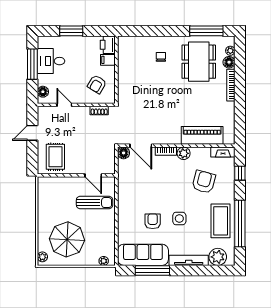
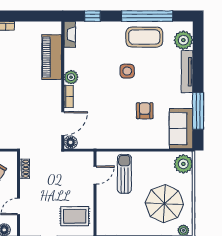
armchair: (204, 182) -> (102, 55), removed
side table: (179, 218) -> (127, 71), moved
armchair: (153, 221) -> (145, 111), turned 90
sofa: (143, 255) -> (181, 129), width x0.73
plant: (104, 261) -> (183, 164), width x1.88, depth x1.88

